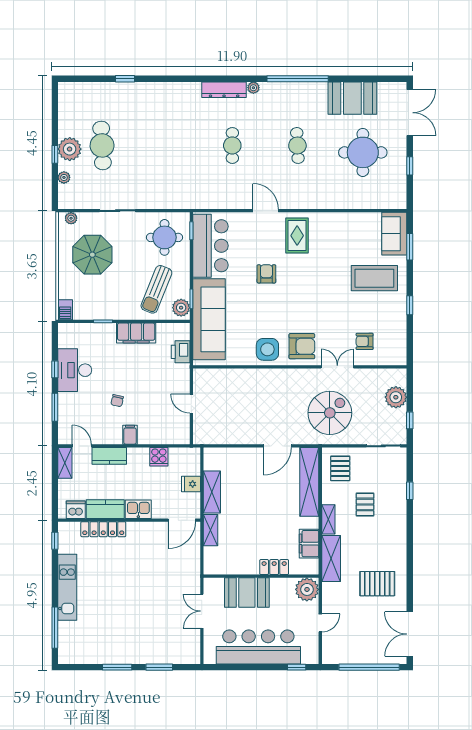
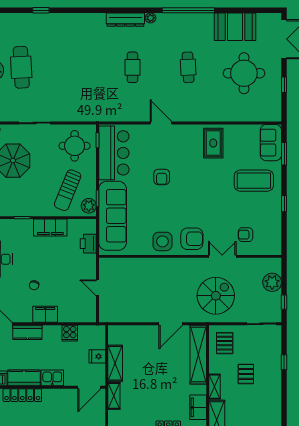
rug: (297, 236) -> (213, 143), moved
armchair: (266, 274) -> (162, 177), turned 180
filing cabinet: (130, 435) -> (45, 314), width x2.00

